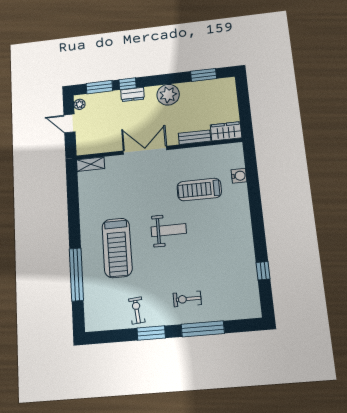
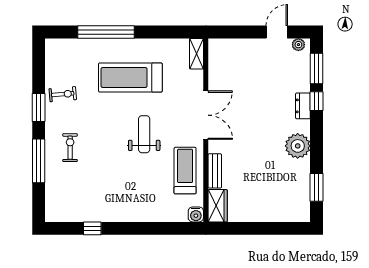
wardrobe: (226, 131) -> (218, 206), moved
bench: (195, 137) -> (215, 171), moved
wall: (158, 149) -> (206, 130), moved
double door: (145, 150) -> (206, 115), moved
shelving: (91, 164) -> (197, 54), moved
weight bench: (169, 230) -> (144, 134), turned 180

